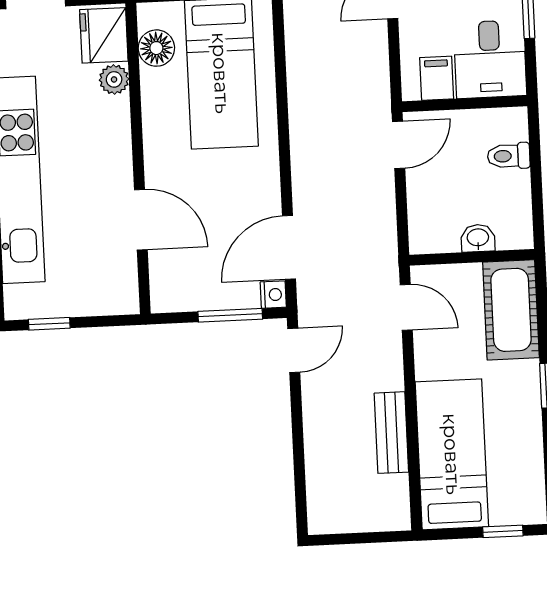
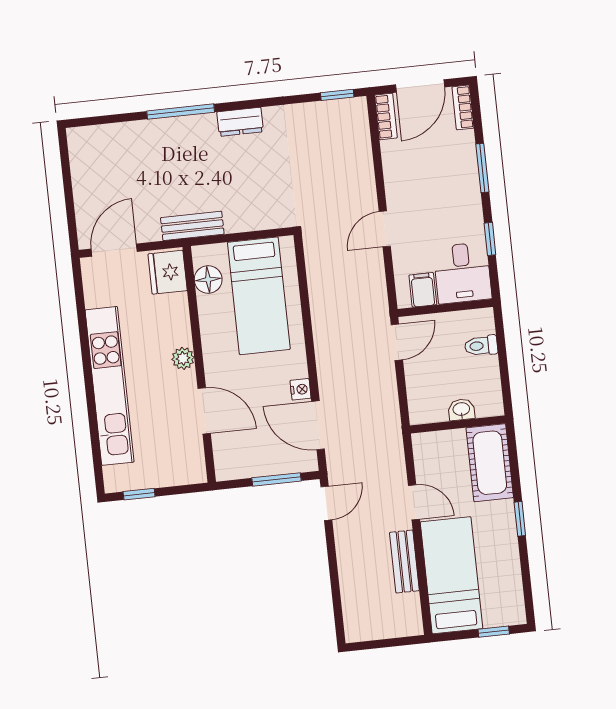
plant: (114, 79) -> (183, 358), moved
door: (289, 247) -> (318, 425), hinge flipped
nightstand: (273, 295) -> (301, 389), moved
door: (406, 307) -> (414, 502), moved

